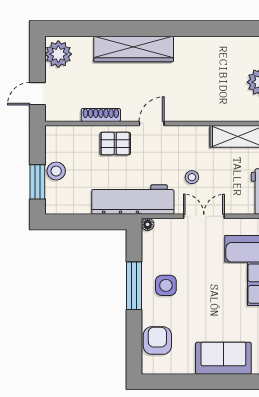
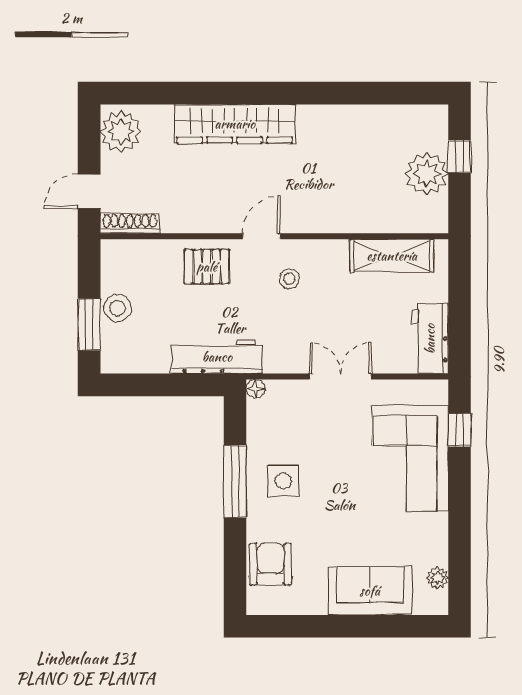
shoe rack: (101, 115) -> (130, 223), moved
stool: (192, 177) -> (289, 279), moved
workbench: (133, 200) -> (217, 357), width x0.73, depth x0.76

